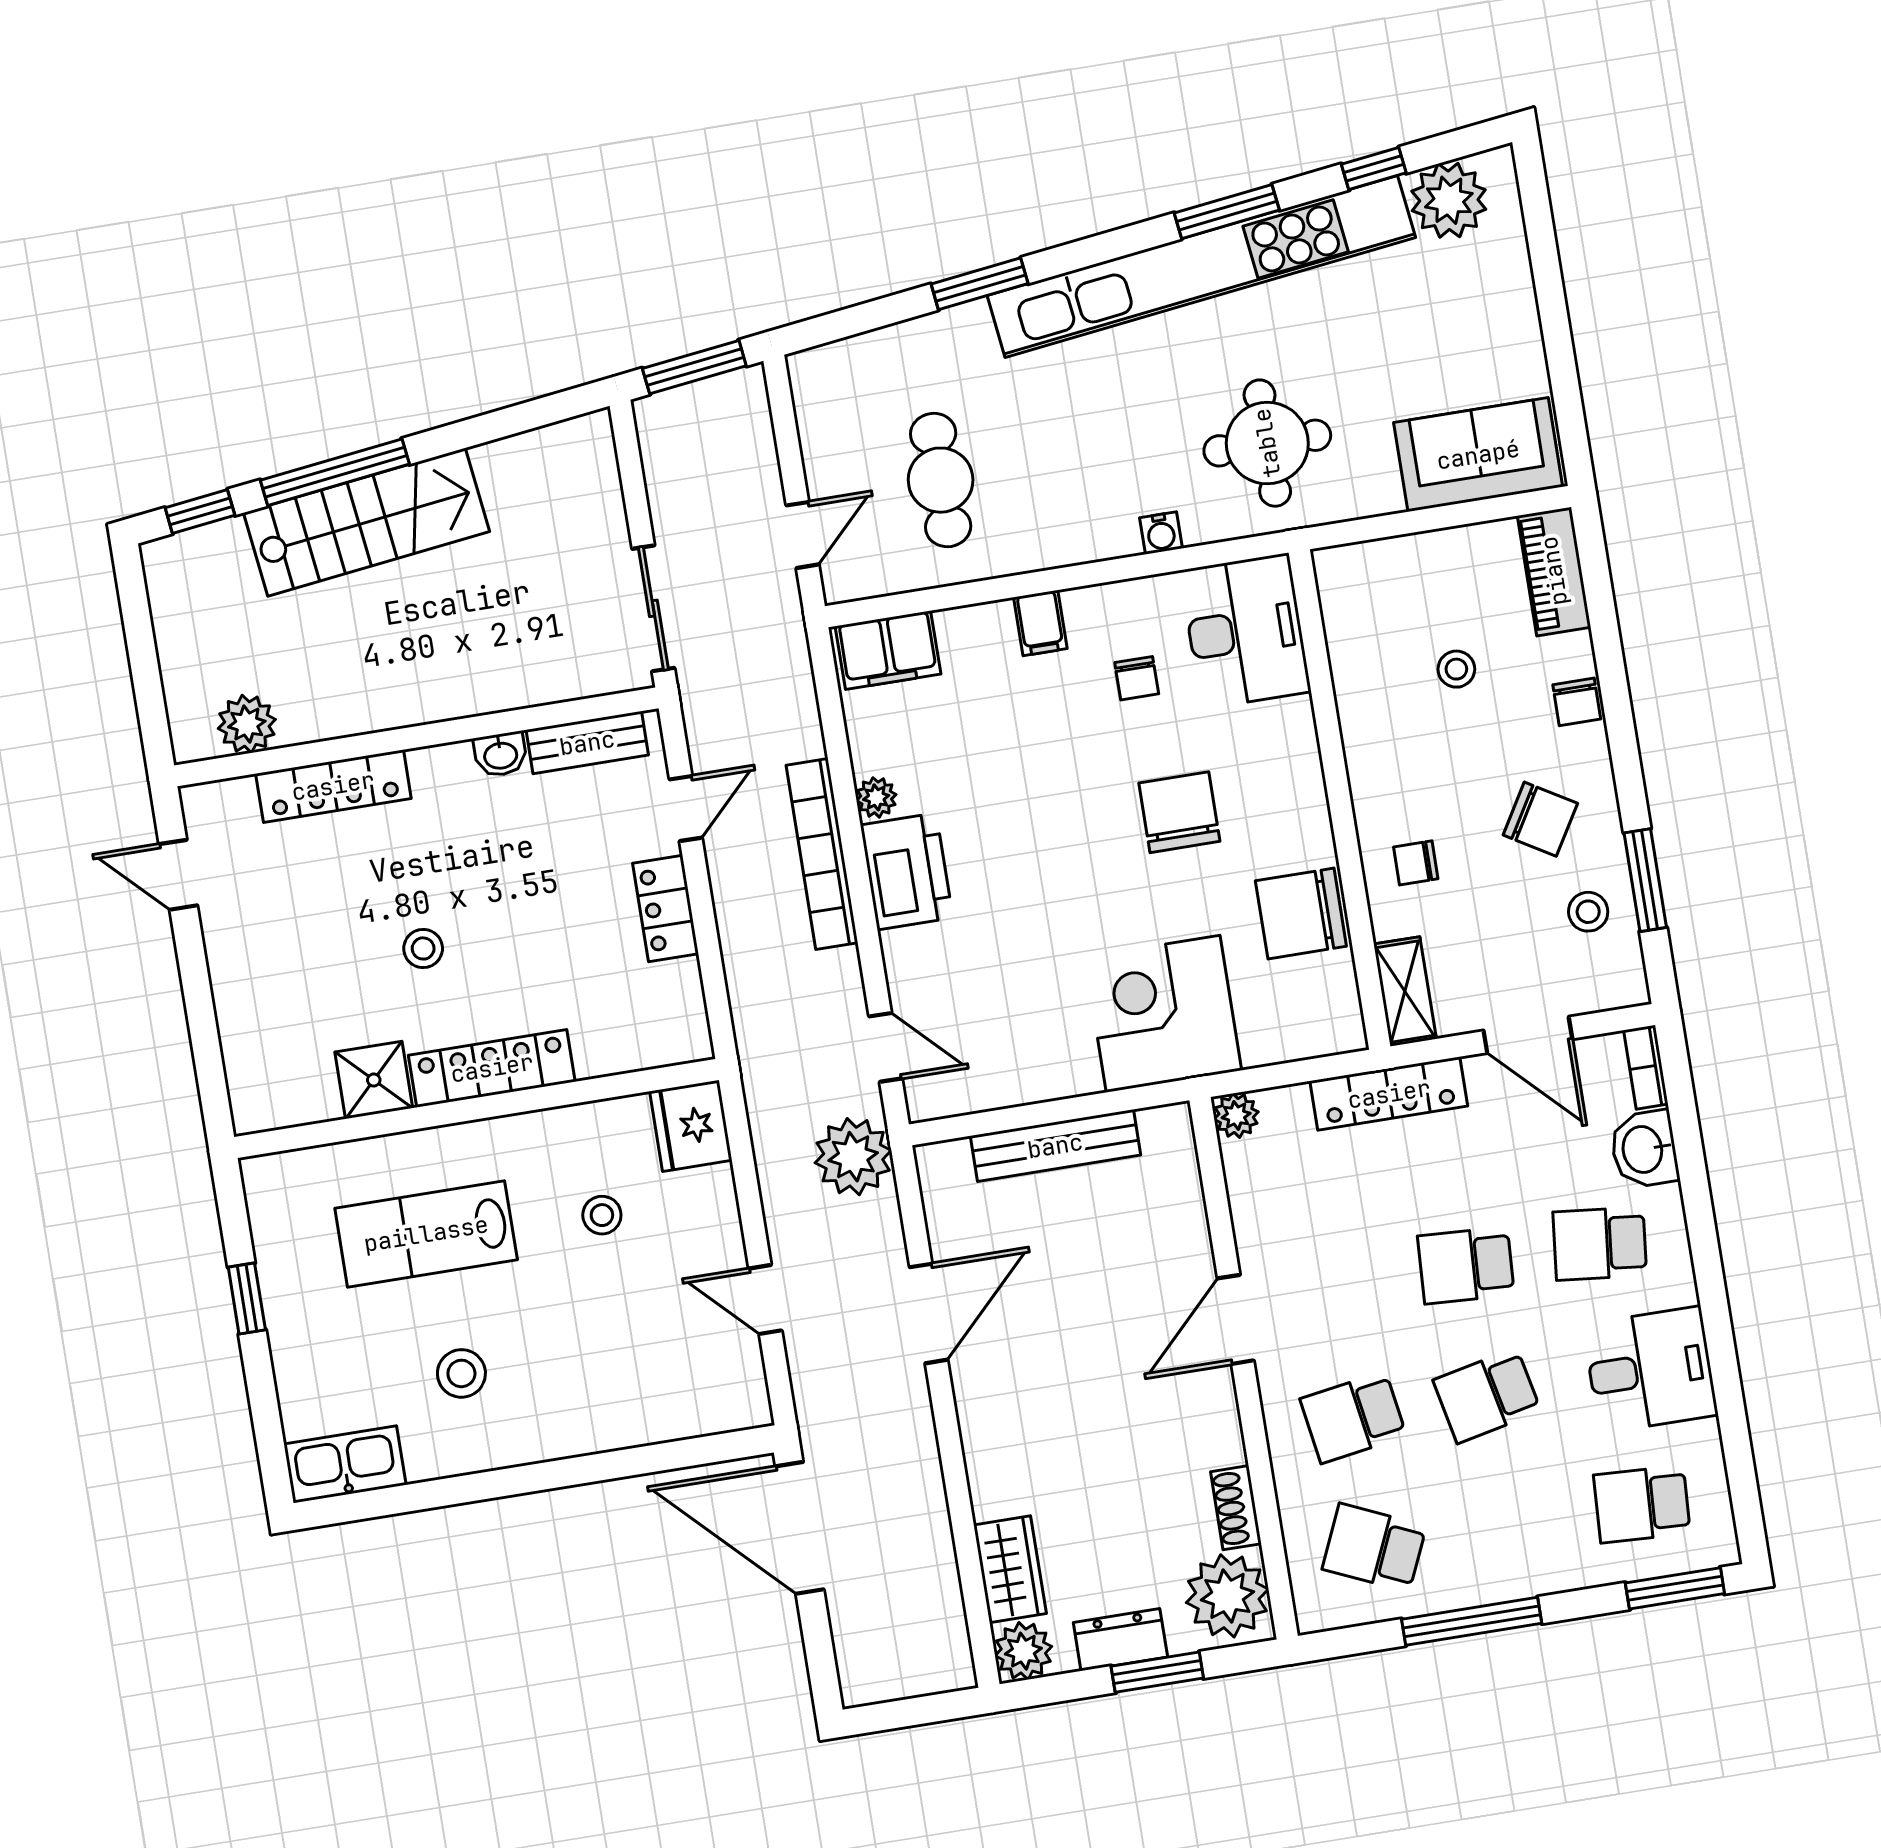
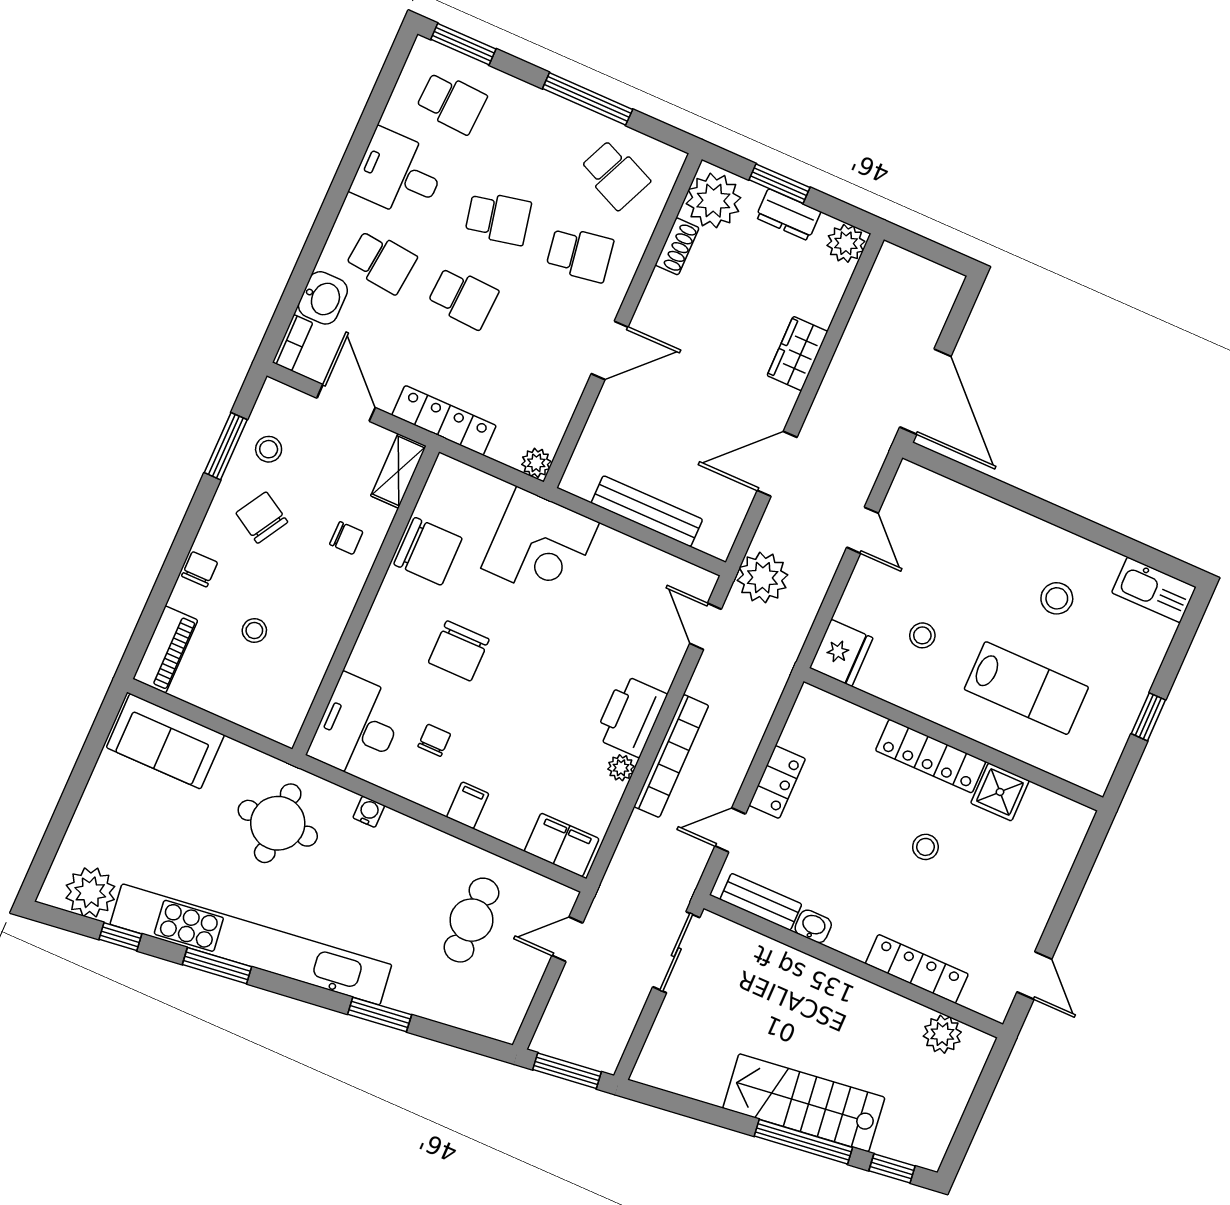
wardrobe: (1010, 1569) -> (797, 353), moved

